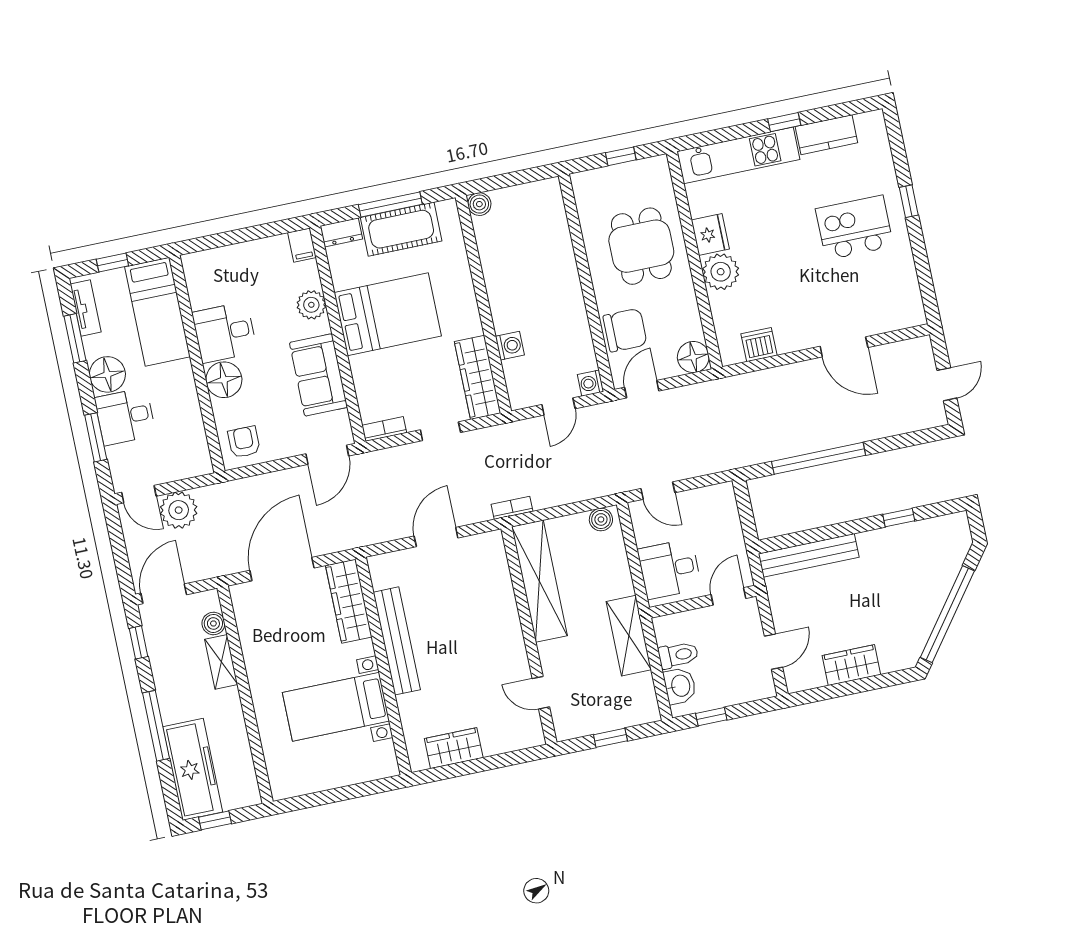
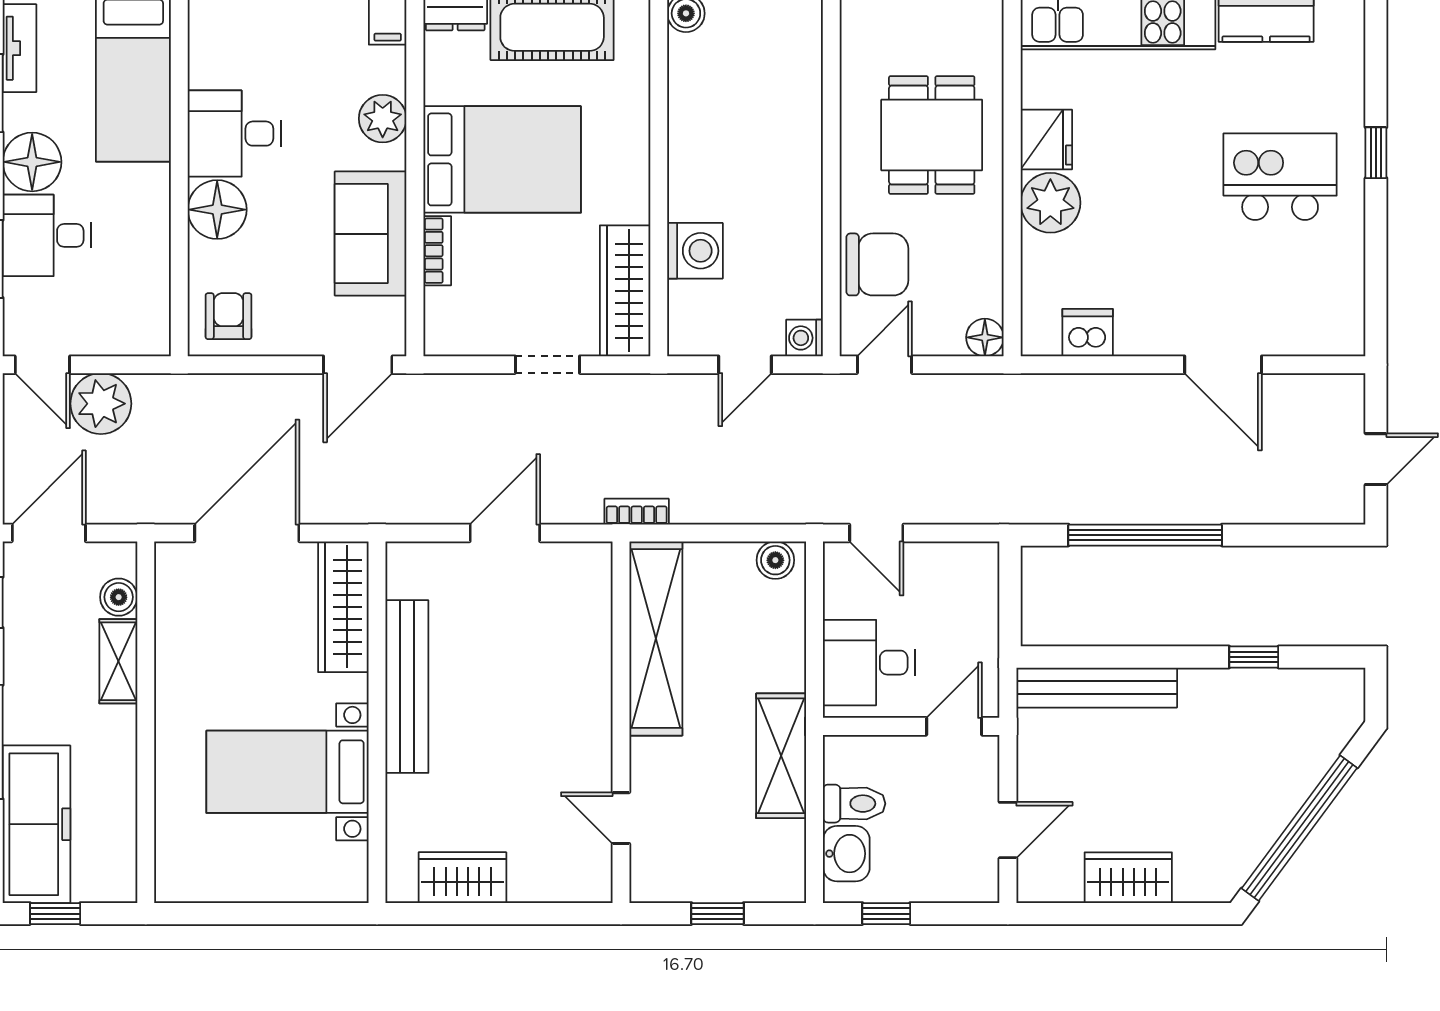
washing machine: (510, 346) -> (695, 251), width x1.38, depth x1.38
floor lamp: (693, 357) -> (985, 337), width x0.73, depth x0.73
bookcase: (384, 429) -> (437, 251), moved, turned 90

